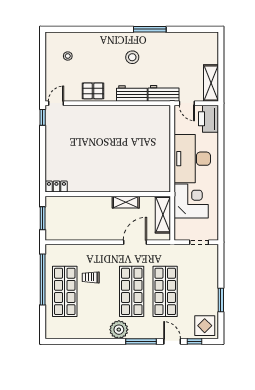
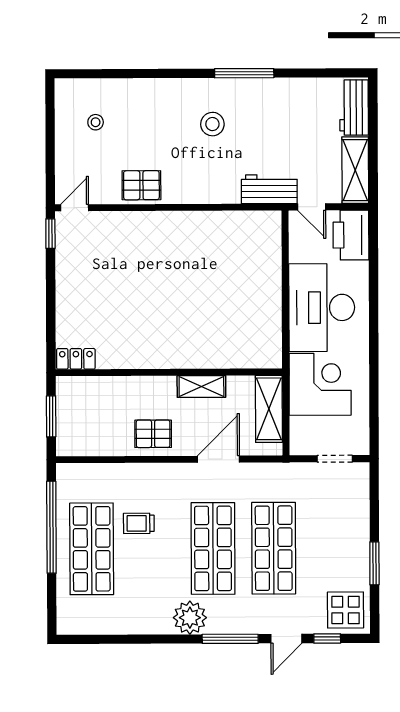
workbench: (132, 93) -> (354, 108), moved, turned -90
pallet: (99, 228) -> (153, 434), added
door: (172, 341) -> (286, 639), swing flipped

